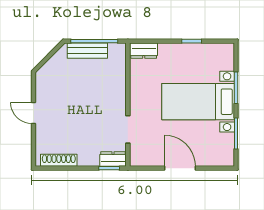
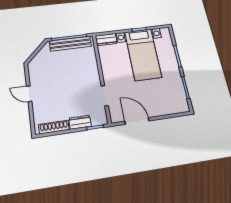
bench: (87, 51) -> (70, 44), width x1.36
bed with nightstands: (198, 102) -> (143, 54), moved, turned -90
dresser: (113, 159) -> (80, 122), moved
door: (180, 168) -> (137, 121), moved

